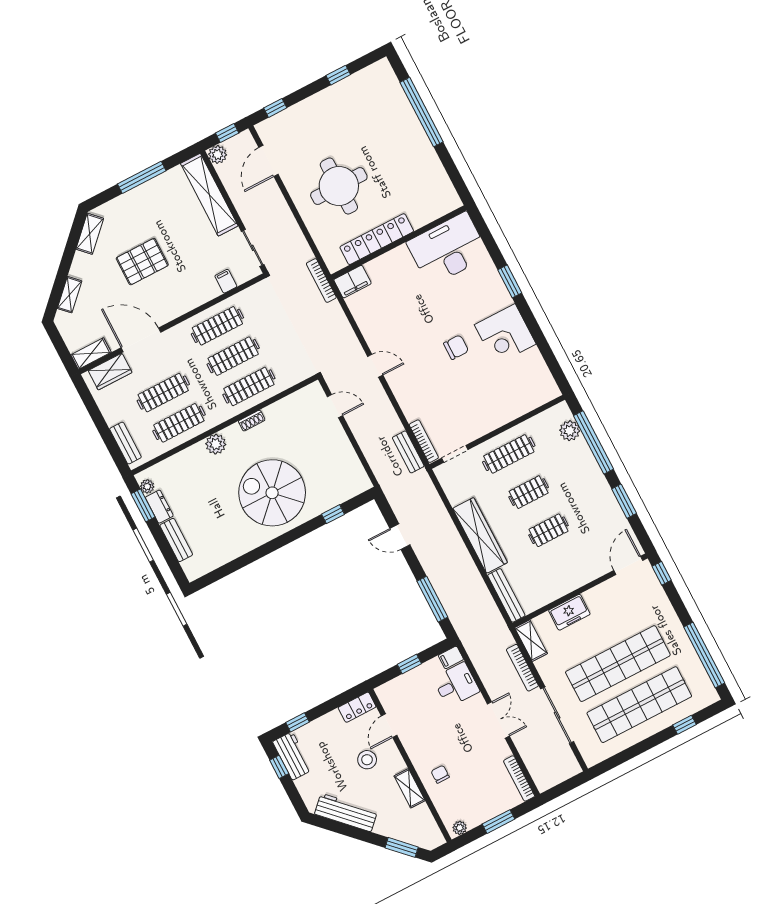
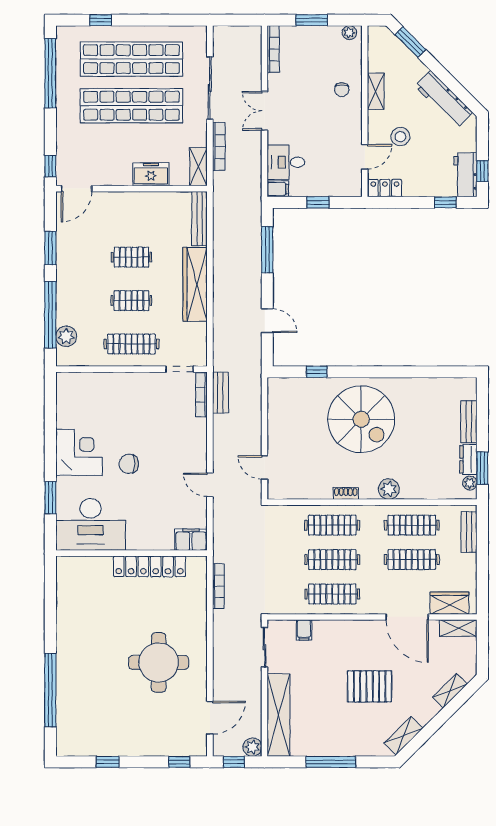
locker: (377, 239) -> (150, 566), moved
wall: (399, 242) -> (131, 553), moved
desk: (448, 249) -> (91, 524), moved
filing cabinet: (353, 282) -> (191, 540), moved

